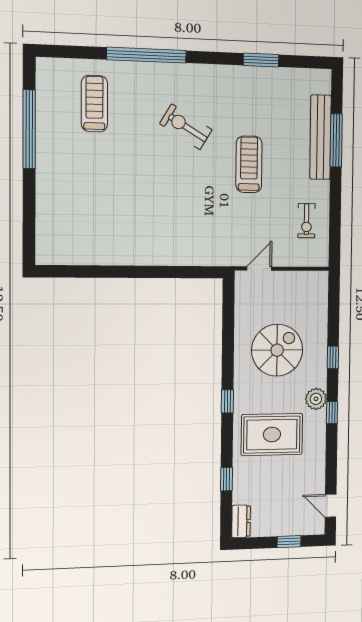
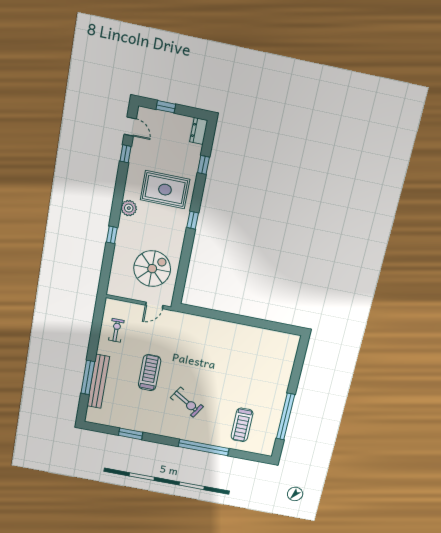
treadmill: (249, 164) -> (150, 373), turned 180
spiral stairs: (277, 350) -> (152, 269), moved, turned 180
window: (332, 413) -> (126, 154), moved

